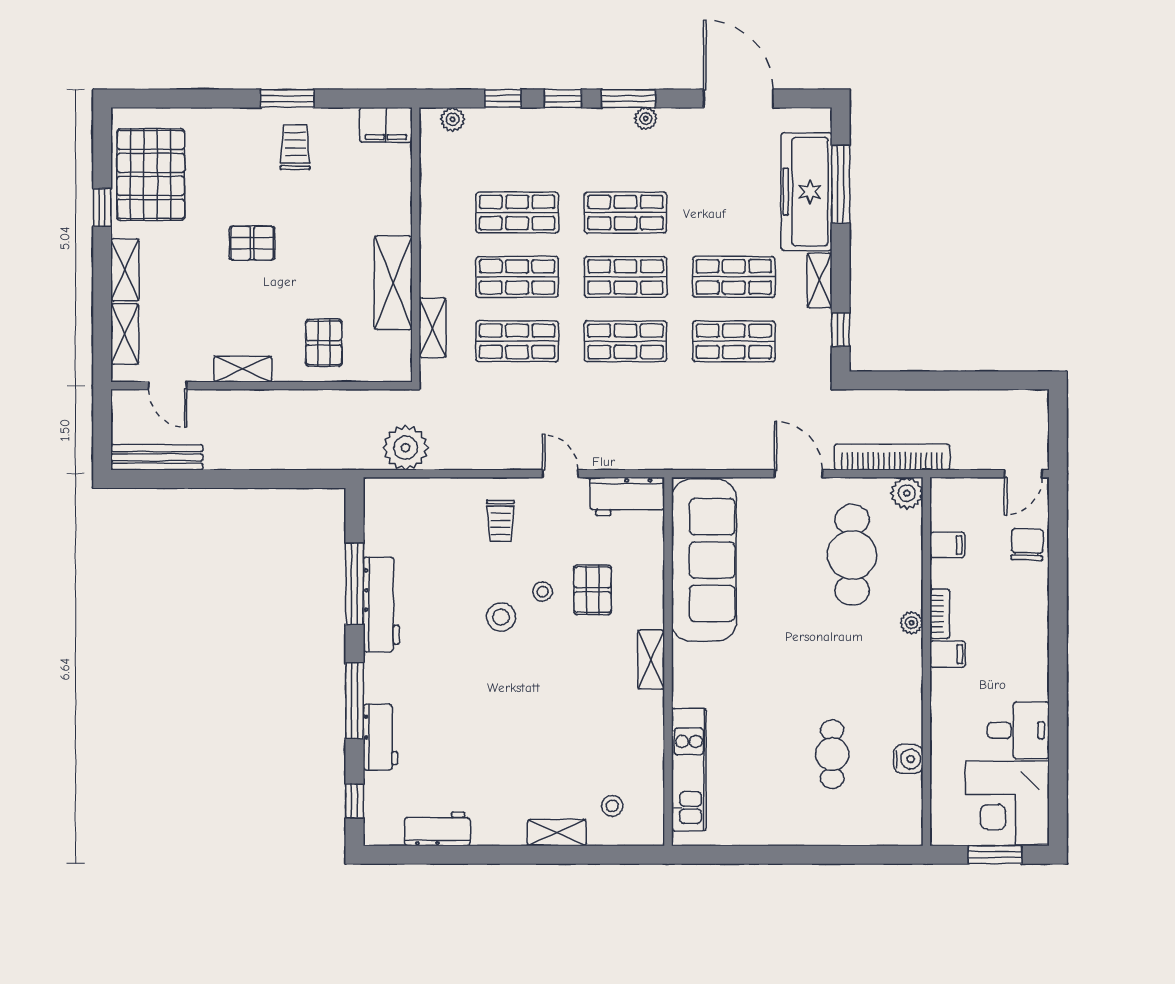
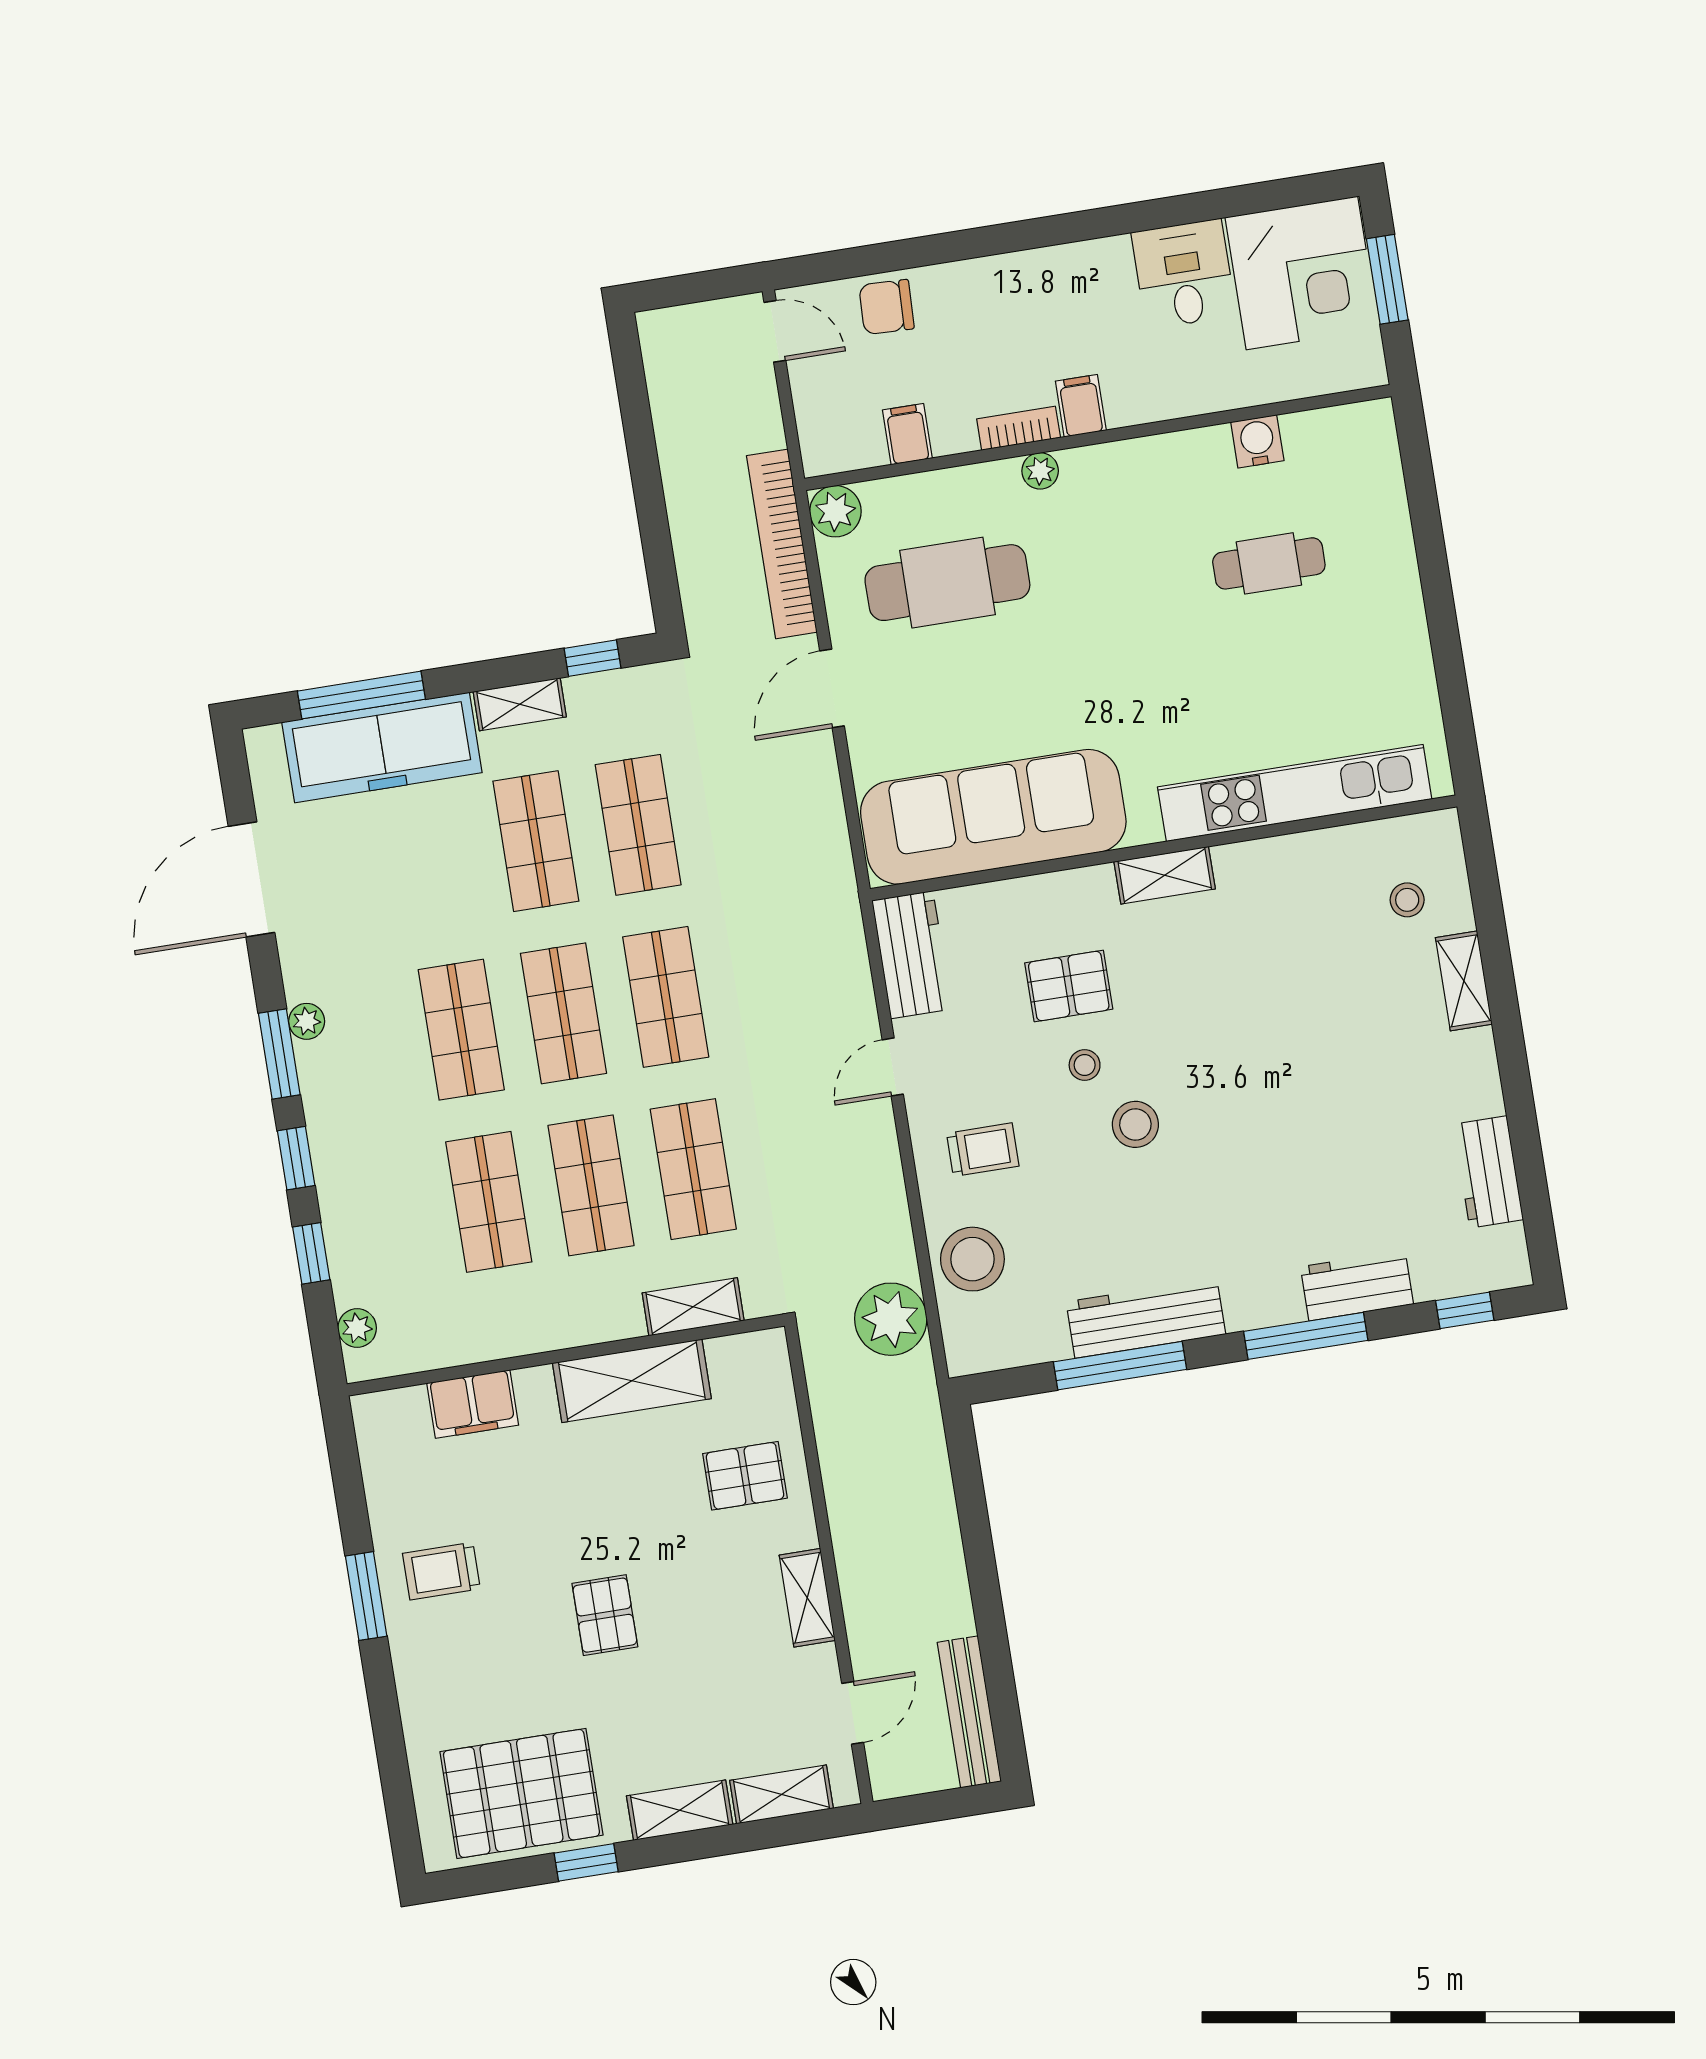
filing cabinet: (386, 125) -> (473, 1404), moved, turned 90
stool: (434, 504) -> (972, 1259), added
kitchen unit: (689, 770) -> (1295, 793), width x1.36

